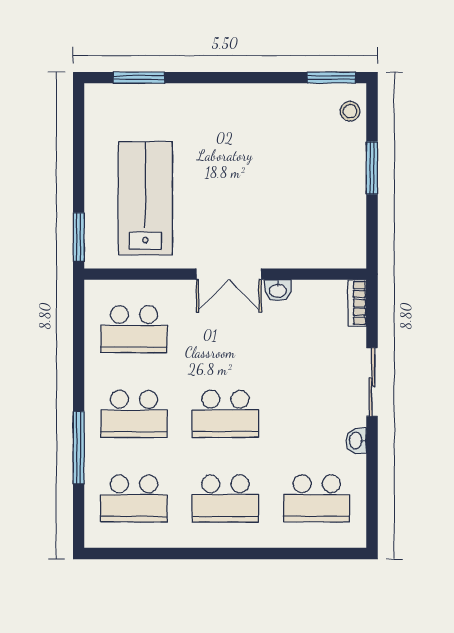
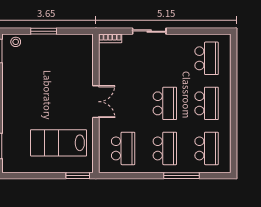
washbasin: (278, 290) -> (104, 77), removed
washbasin: (356, 441) -> (178, 39), removed

